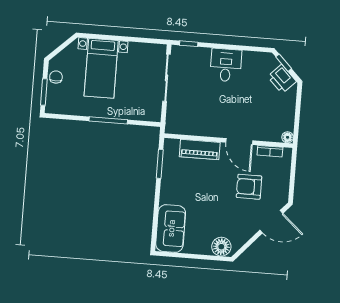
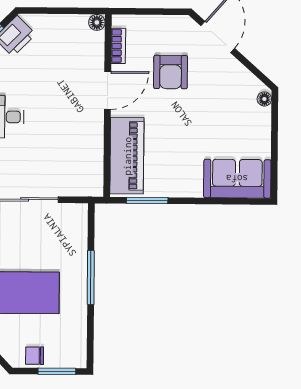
piano: (200, 150) -> (127, 156), width x1.37, depth x1.33
floor lamp: (221, 247) -> (264, 99), width x0.53, depth x0.53

